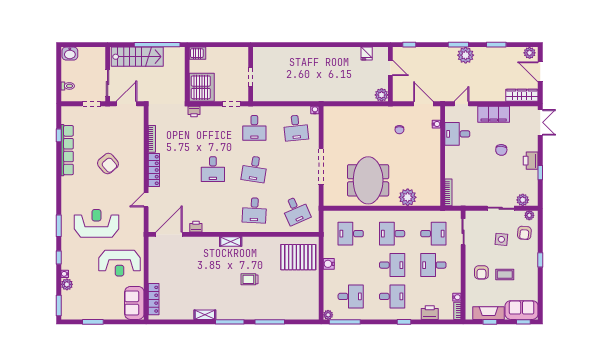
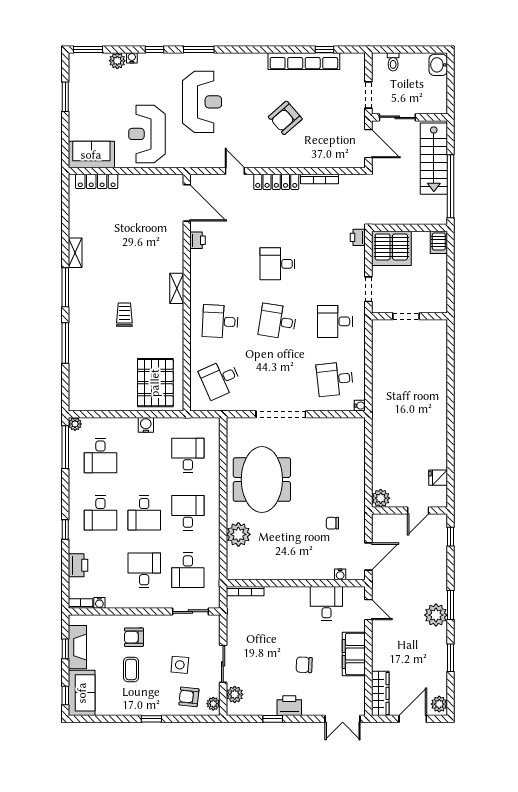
meeting table: (368, 180) -> (262, 480), turned 90

